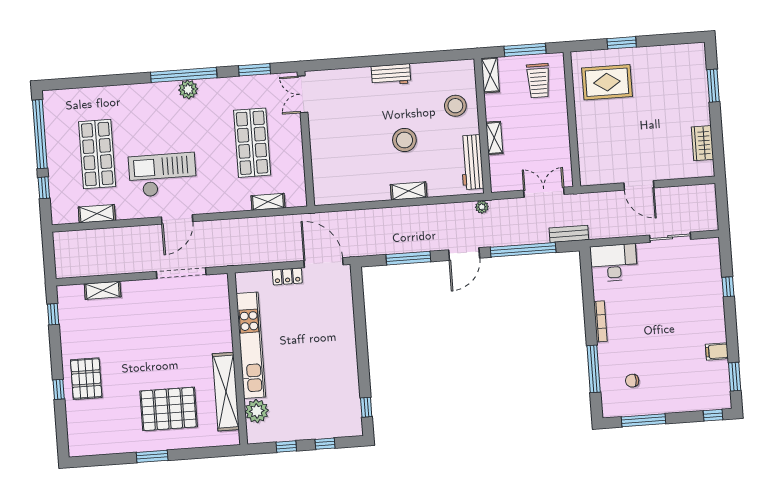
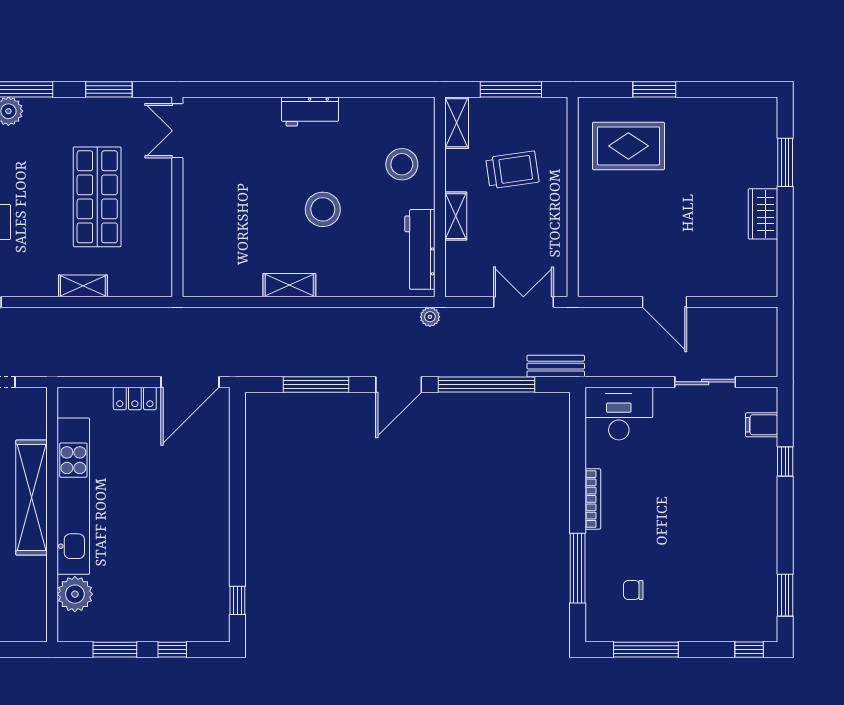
trolley: (538, 81) -> (512, 170), moved, turned -98
wardrobe: (702, 143) -> (763, 214), moved
shelving: (409, 191) -> (289, 285), moved
shelving: (268, 202) -> (83, 286), moved
door: (324, 263) -> (190, 382), swing flipped
filing cabinet: (717, 351) -> (762, 425), moved
shelving: (226, 392) -> (31, 498), moved
window: (286, 446) -> (115, 650), width x1.50

